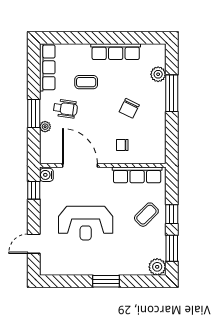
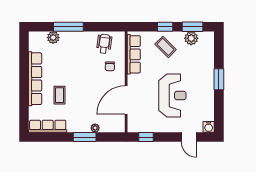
row of seats: (116, 52) -> (35, 79), width x1.36
chair: (129, 108) -> (80, 61), removed
wheelchair: (65, 109) -> (104, 44), moved
water cooler: (46, 175) -> (209, 127), moved
plant: (157, 267) -> (191, 38), moved

